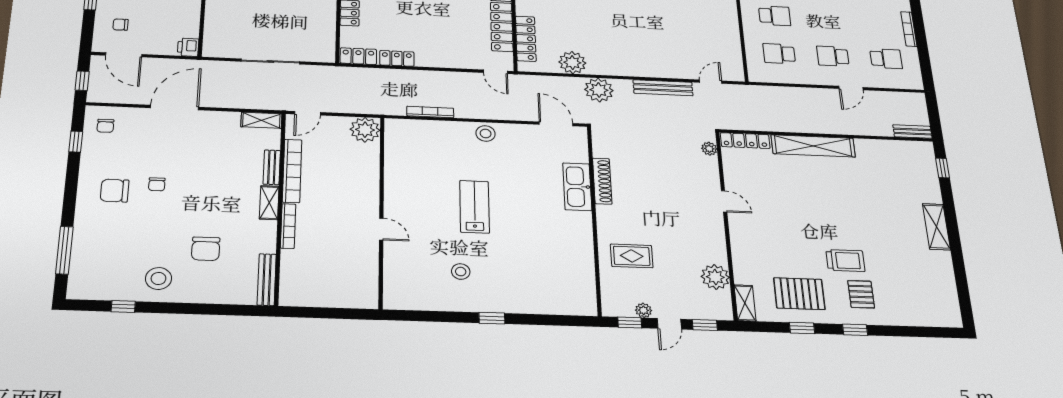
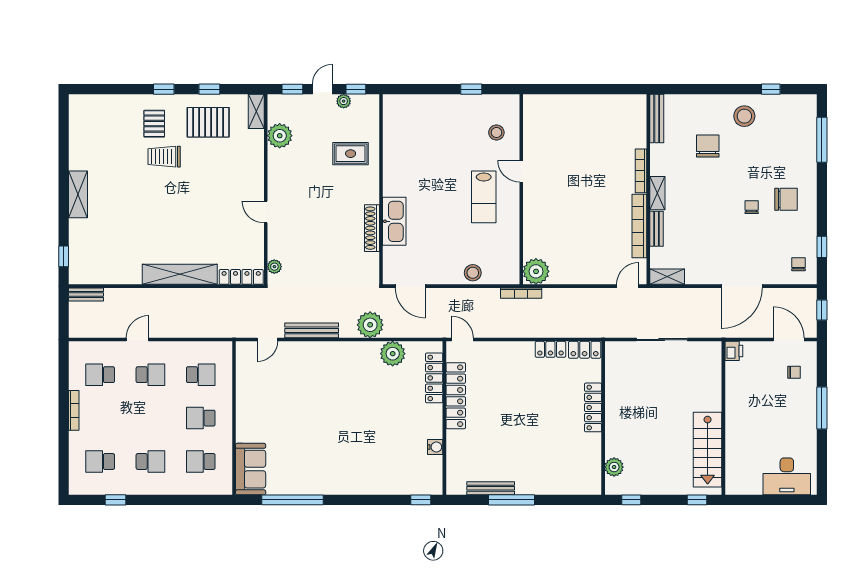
plant: (365, 130) -> (536, 271), moved
wall: (381, 211) -> (521, 189), moved
door: (381, 229) -> (521, 171), moved

